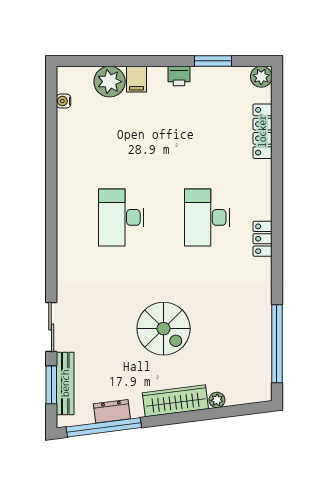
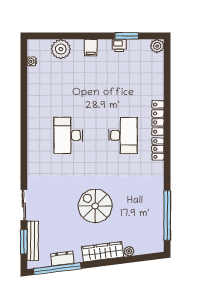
printer: (179, 76) -> (119, 45), moved
filing cabinet: (136, 79) -> (91, 48), moved
locker: (262, 131) -> (158, 118), moved
desk: (207, 217) -> (123, 135), turned 180
spiral stairs: (164, 329) -> (95, 206), turned 180

